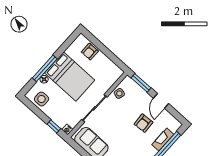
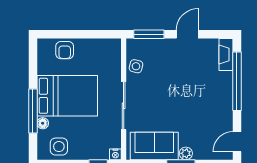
door: (161, 101) -> (187, 34), swing flipped
armchair: (143, 123) -> (190, 75), removed
fireplace: (163, 139) -> (226, 54), moved

